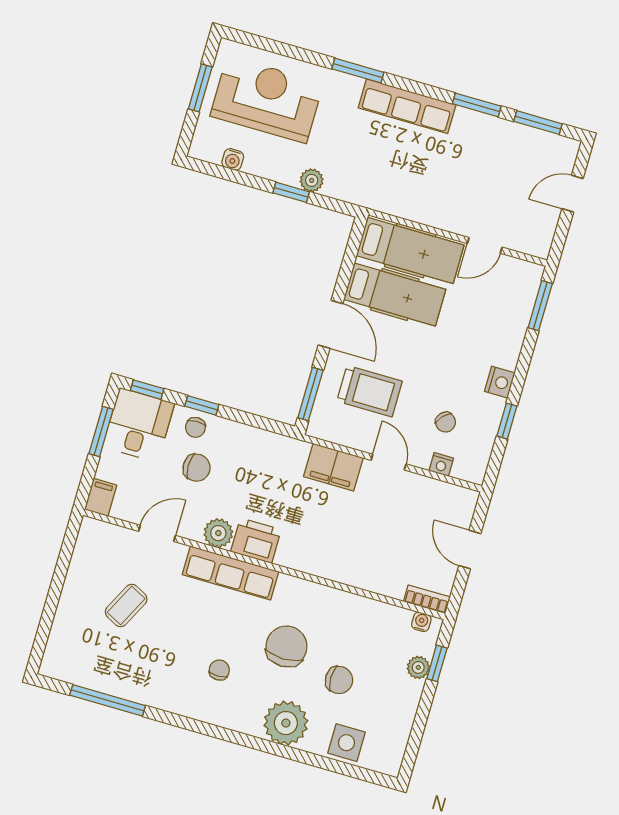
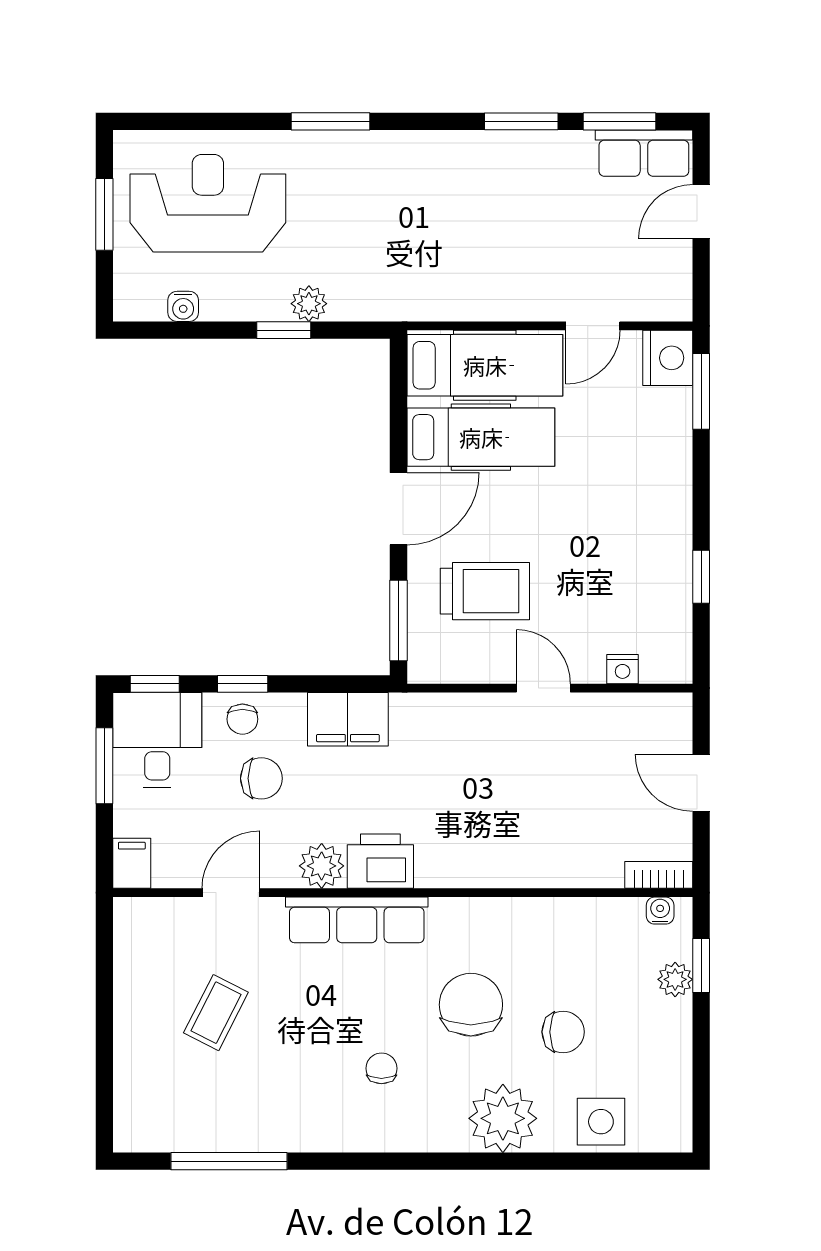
row of seats: (407, 106) -> (644, 153), moved, width x0.68
door: (331, 324) -> (398, 509), hinge flipped
nightstand: (500, 382) -> (668, 358), moved, width x1.36, depth x1.33
chair: (445, 422) -> (611, 604), removed
filing cabinet: (333, 467) -> (348, 719), moved

